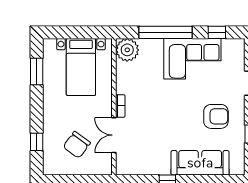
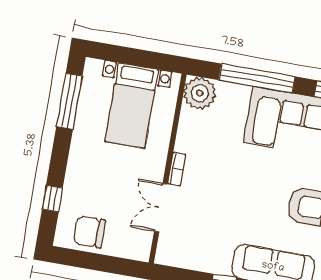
window: (37, 71) -> (69, 101), width x1.44
chair: (77, 145) -> (89, 232), moved, turned 54

